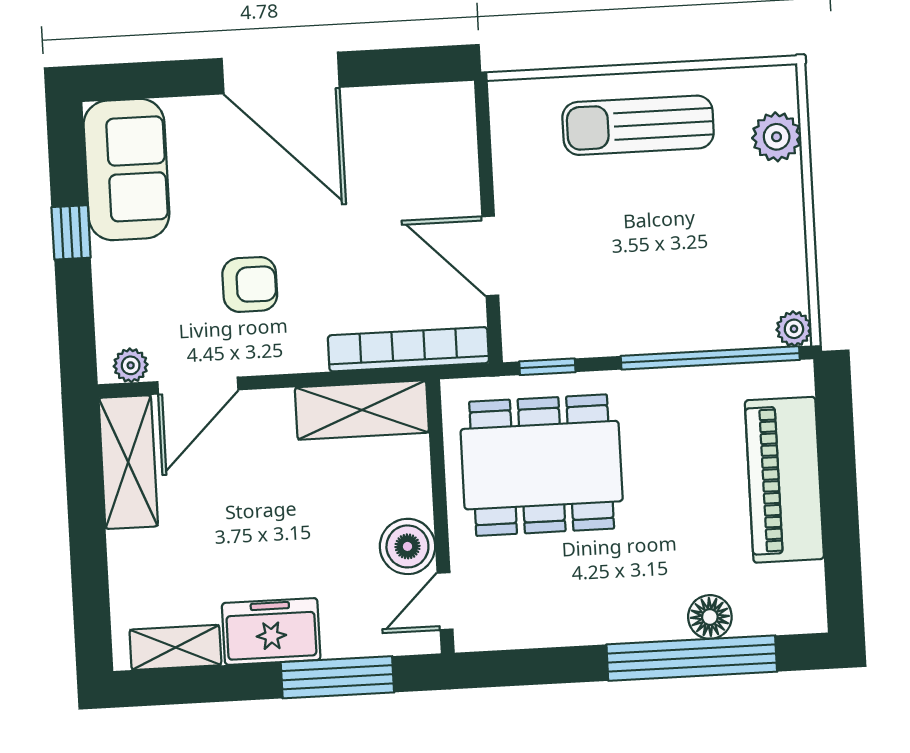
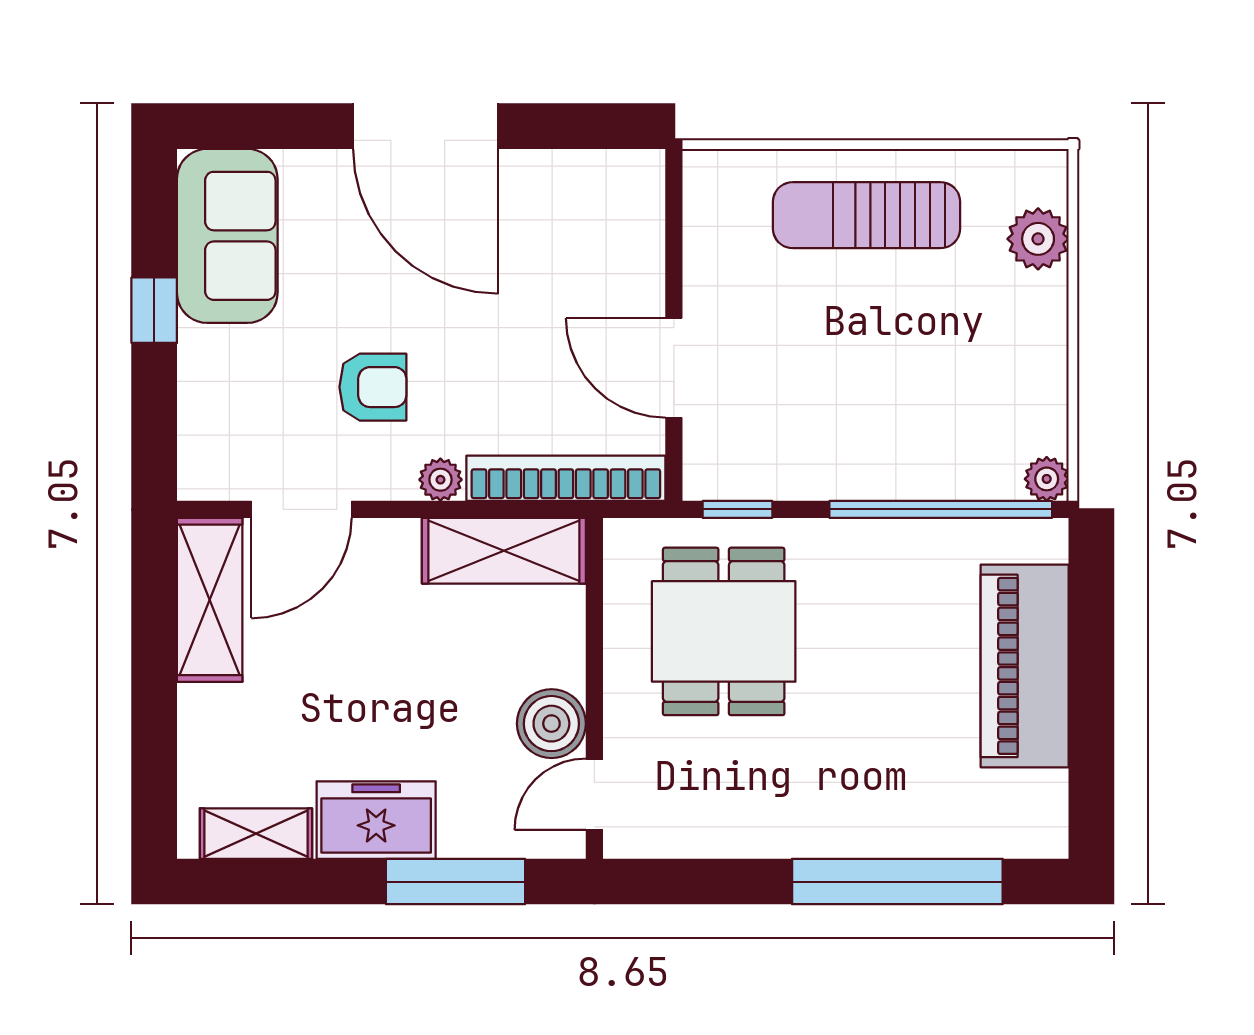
plant: (131, 365) -> (440, 480), moved
dining table: (542, 465) -> (724, 631), width x0.73
floor lamp: (710, 617) -> (923, 832), removed

